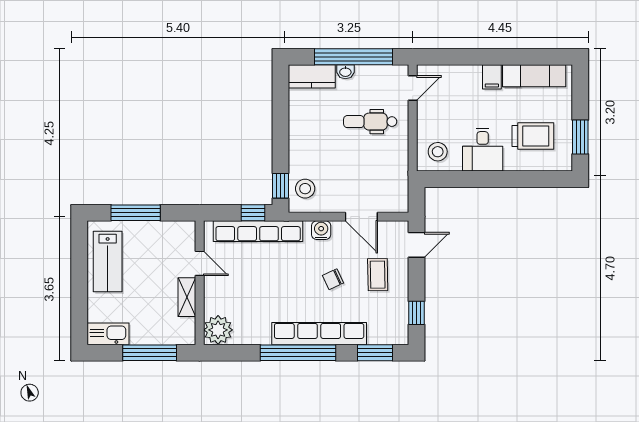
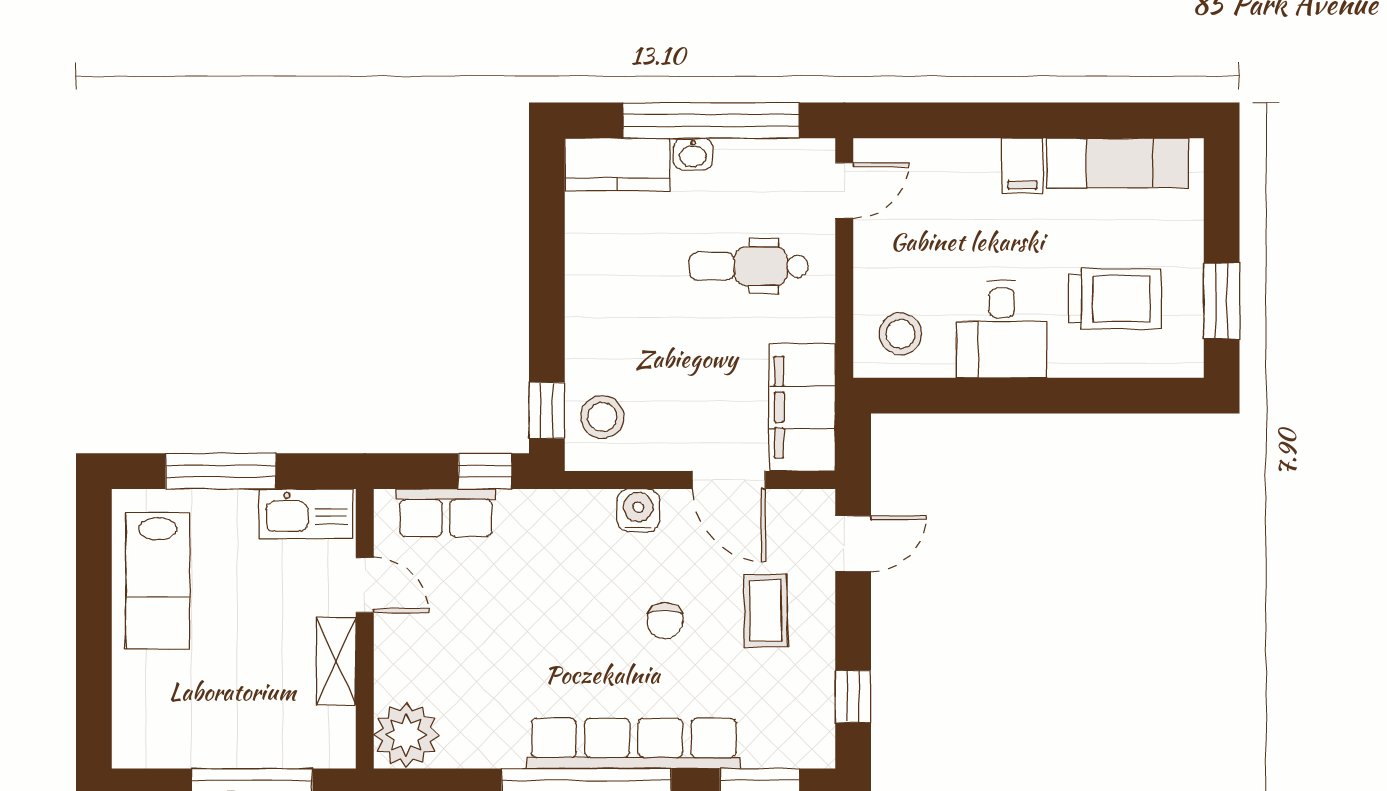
filing cabinet: (394, 184) -> (802, 407), added
row of seats: (258, 231) -> (446, 513), width x0.50
chair: (333, 279) -> (665, 621), turned -65
kitchen sink: (108, 334) -> (306, 514), moved, turned 180

